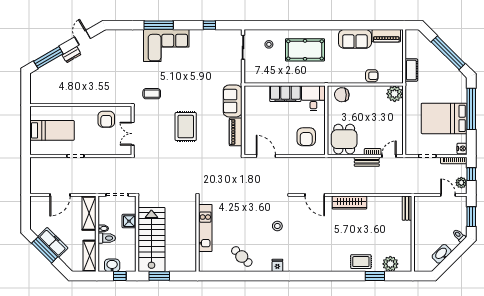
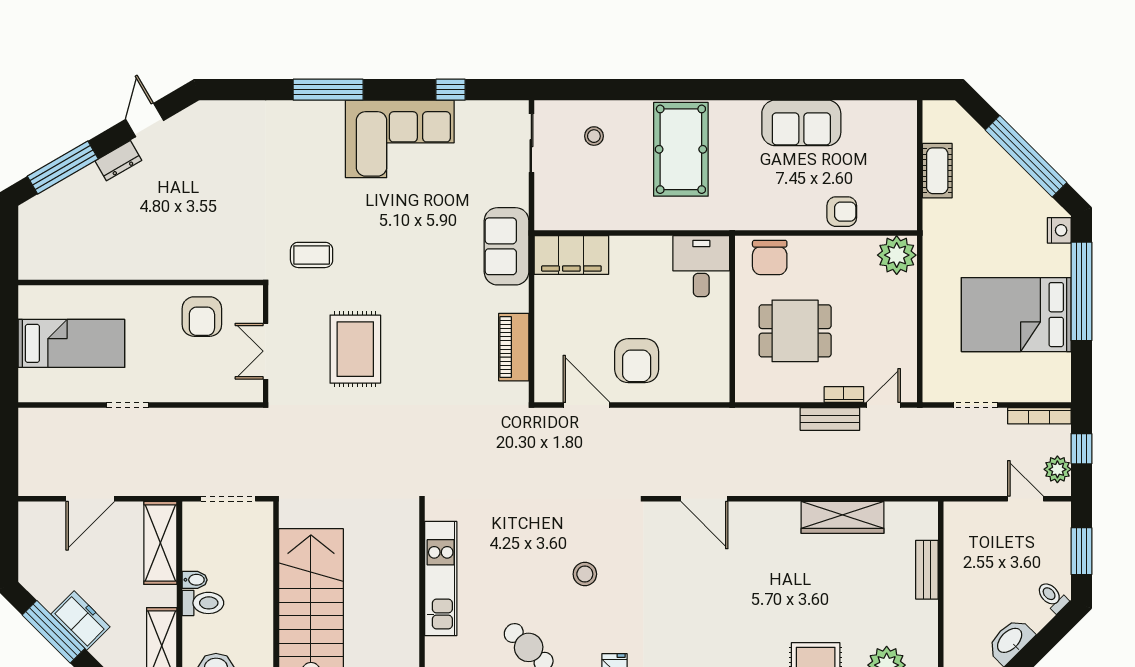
piano: (386, 36) -> (877, 115), removed
corner sofa: (166, 46) -> (400, 139), moved
pool table: (305, 50) -> (681, 149), turned 90
cot: (411, 70) -> (937, 171), moved
filing cabinet: (285, 94) -> (571, 255), moved
chair: (342, 95) -> (770, 257), turned -88
sofa: (233, 101) -> (507, 246), moved
rug: (186, 127) -> (355, 349), moved
armchair: (306, 137) -> (637, 361), moved
dining table: (344, 139) -> (795, 331), moved, turned 90
nightstand: (462, 148) -> (1059, 230), moved
wardrobe: (349, 203) -> (843, 517), moved
bench: (407, 208) -> (927, 570), moved
shower: (129, 221) -> (257, 562), removed
stool: (277, 226) -> (585, 574), moved
freezer: (53, 242) -> (80, 621), width x0.71

